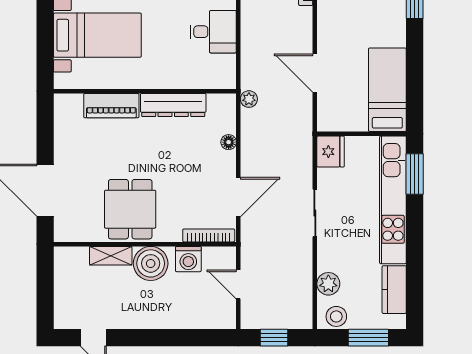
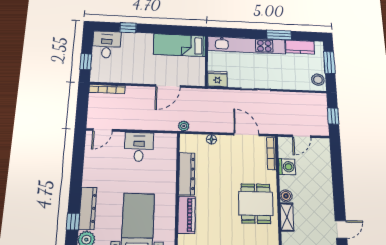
window: (415, 174) -> (279, 35), moved
dining table: (130, 209) -> (256, 203), turned 90
boiler: (151, 263) -> (286, 196), width x0.54, depth x0.54
plant: (328, 284) -> (298, 83), removed

